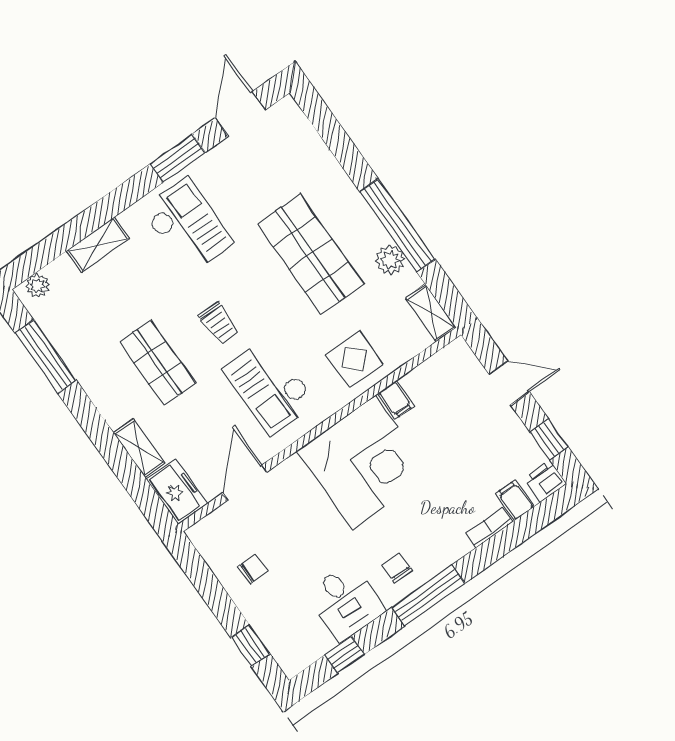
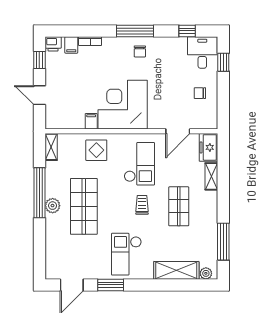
shelving: (98, 245) -> (176, 270), width x1.50, depth x1.33
plant: (390, 260) -> (53, 206), moved
desk: (345, 602) -> (202, 52), moved

